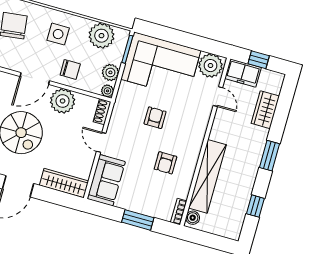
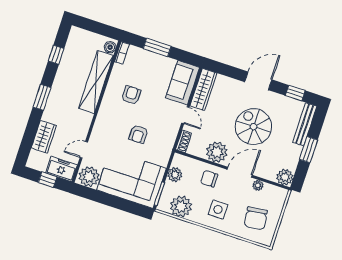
plant: (108, 91) -> (258, 185), moved
door: (218, 97) -> (84, 150), hinge flipped
wardrobe: (64, 183) -> (203, 90), moved, turned -90

